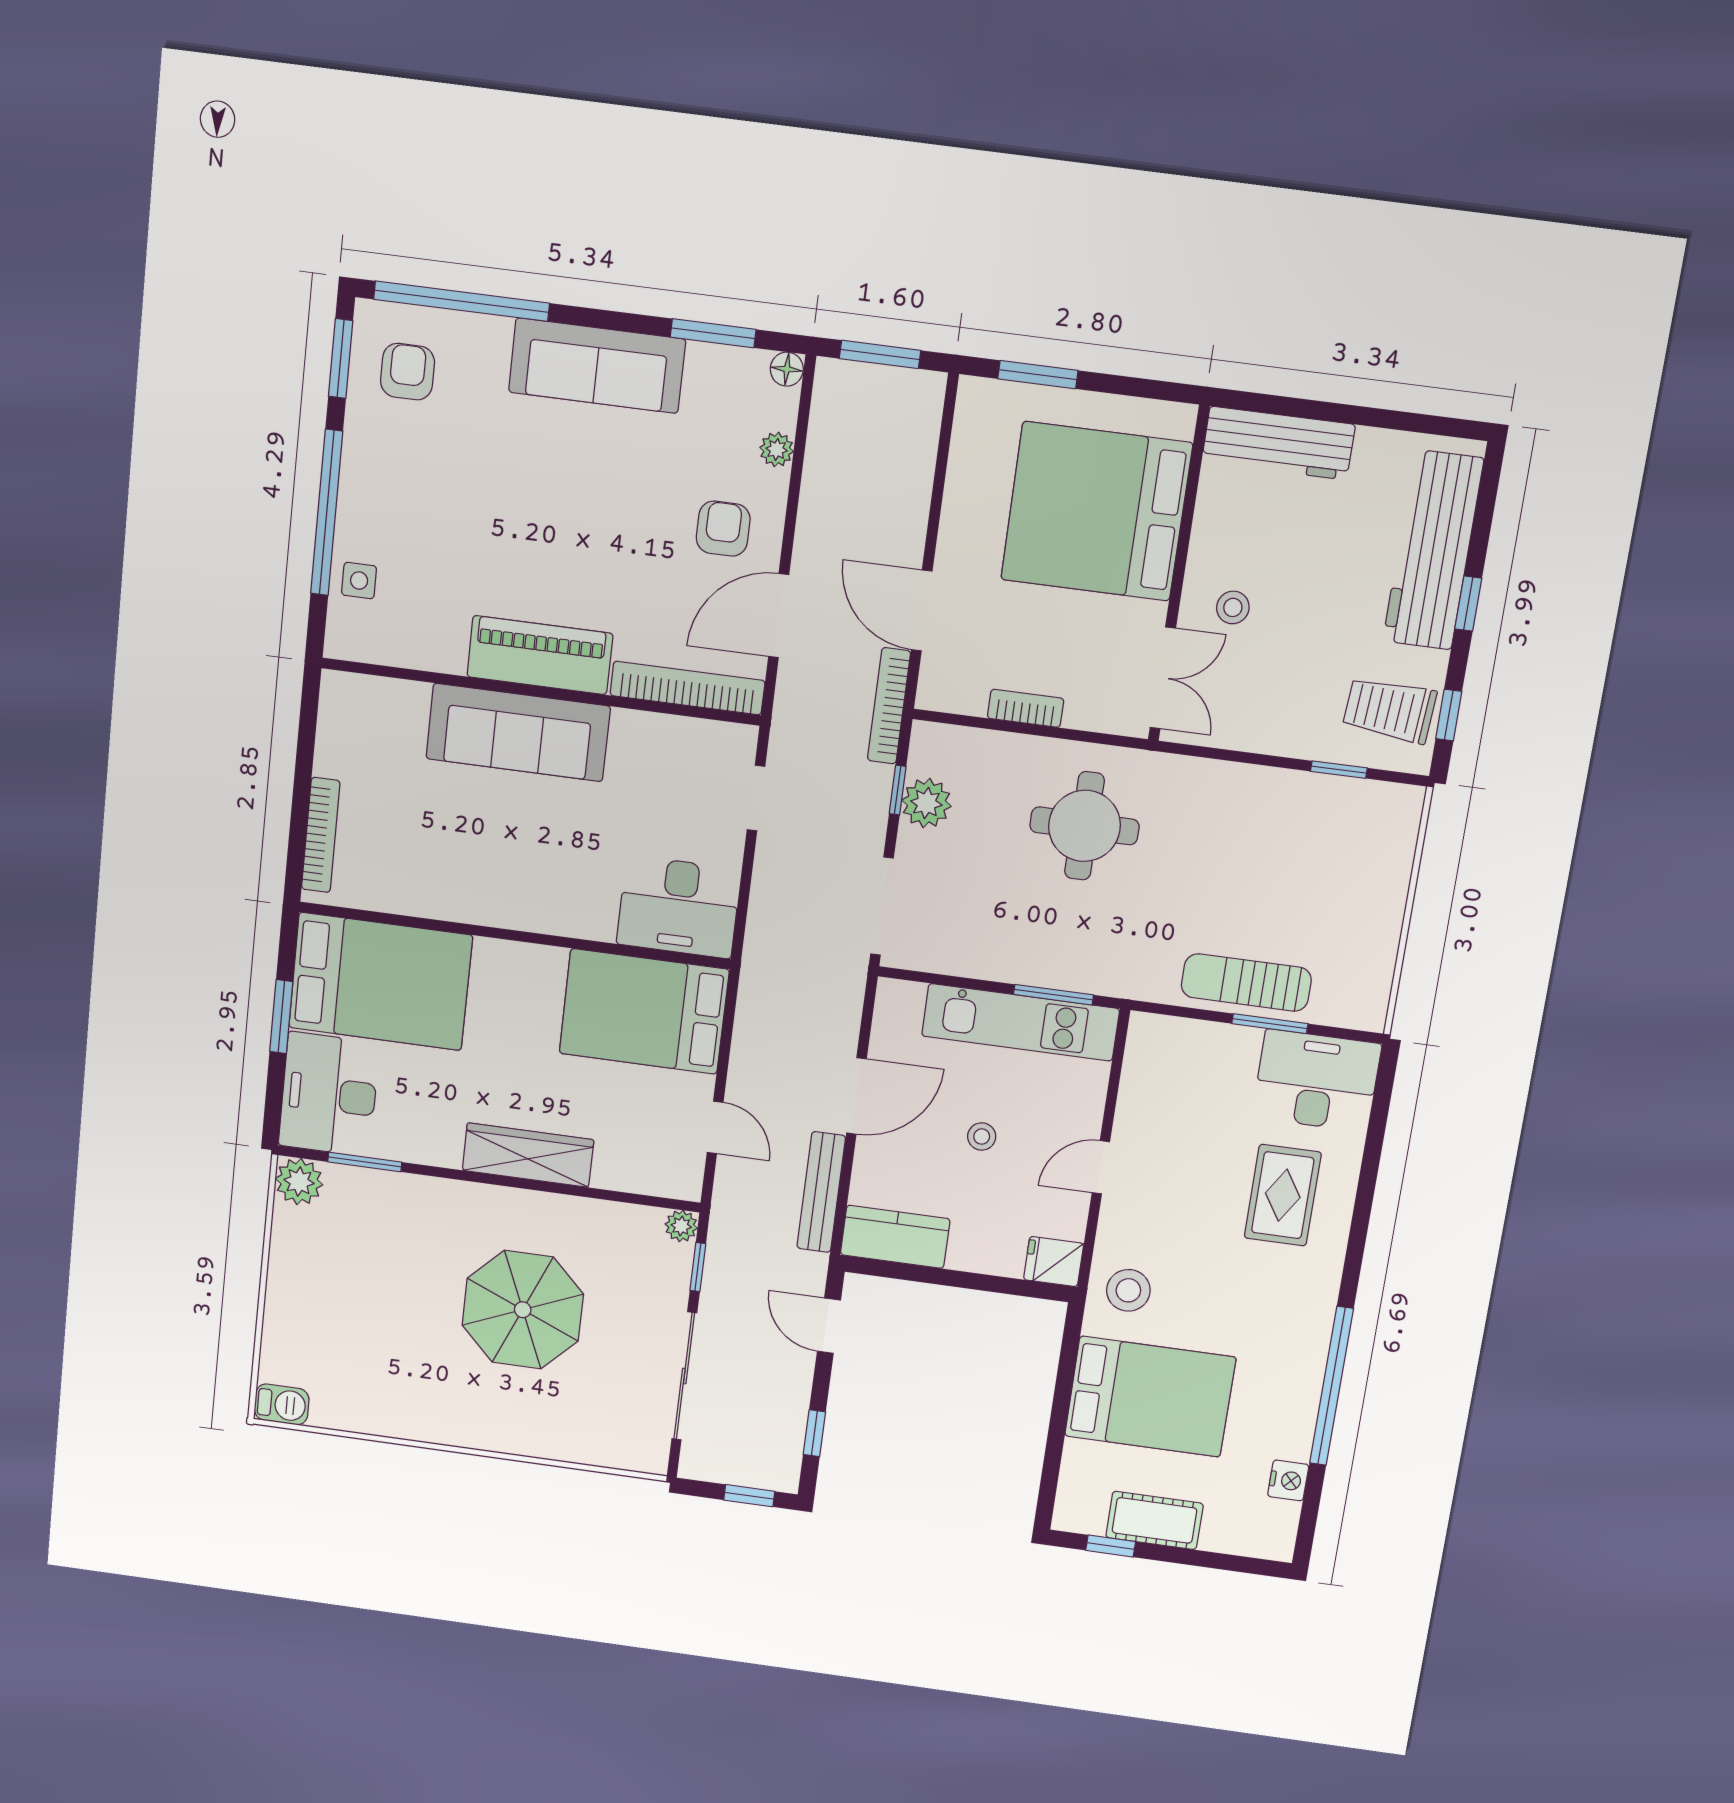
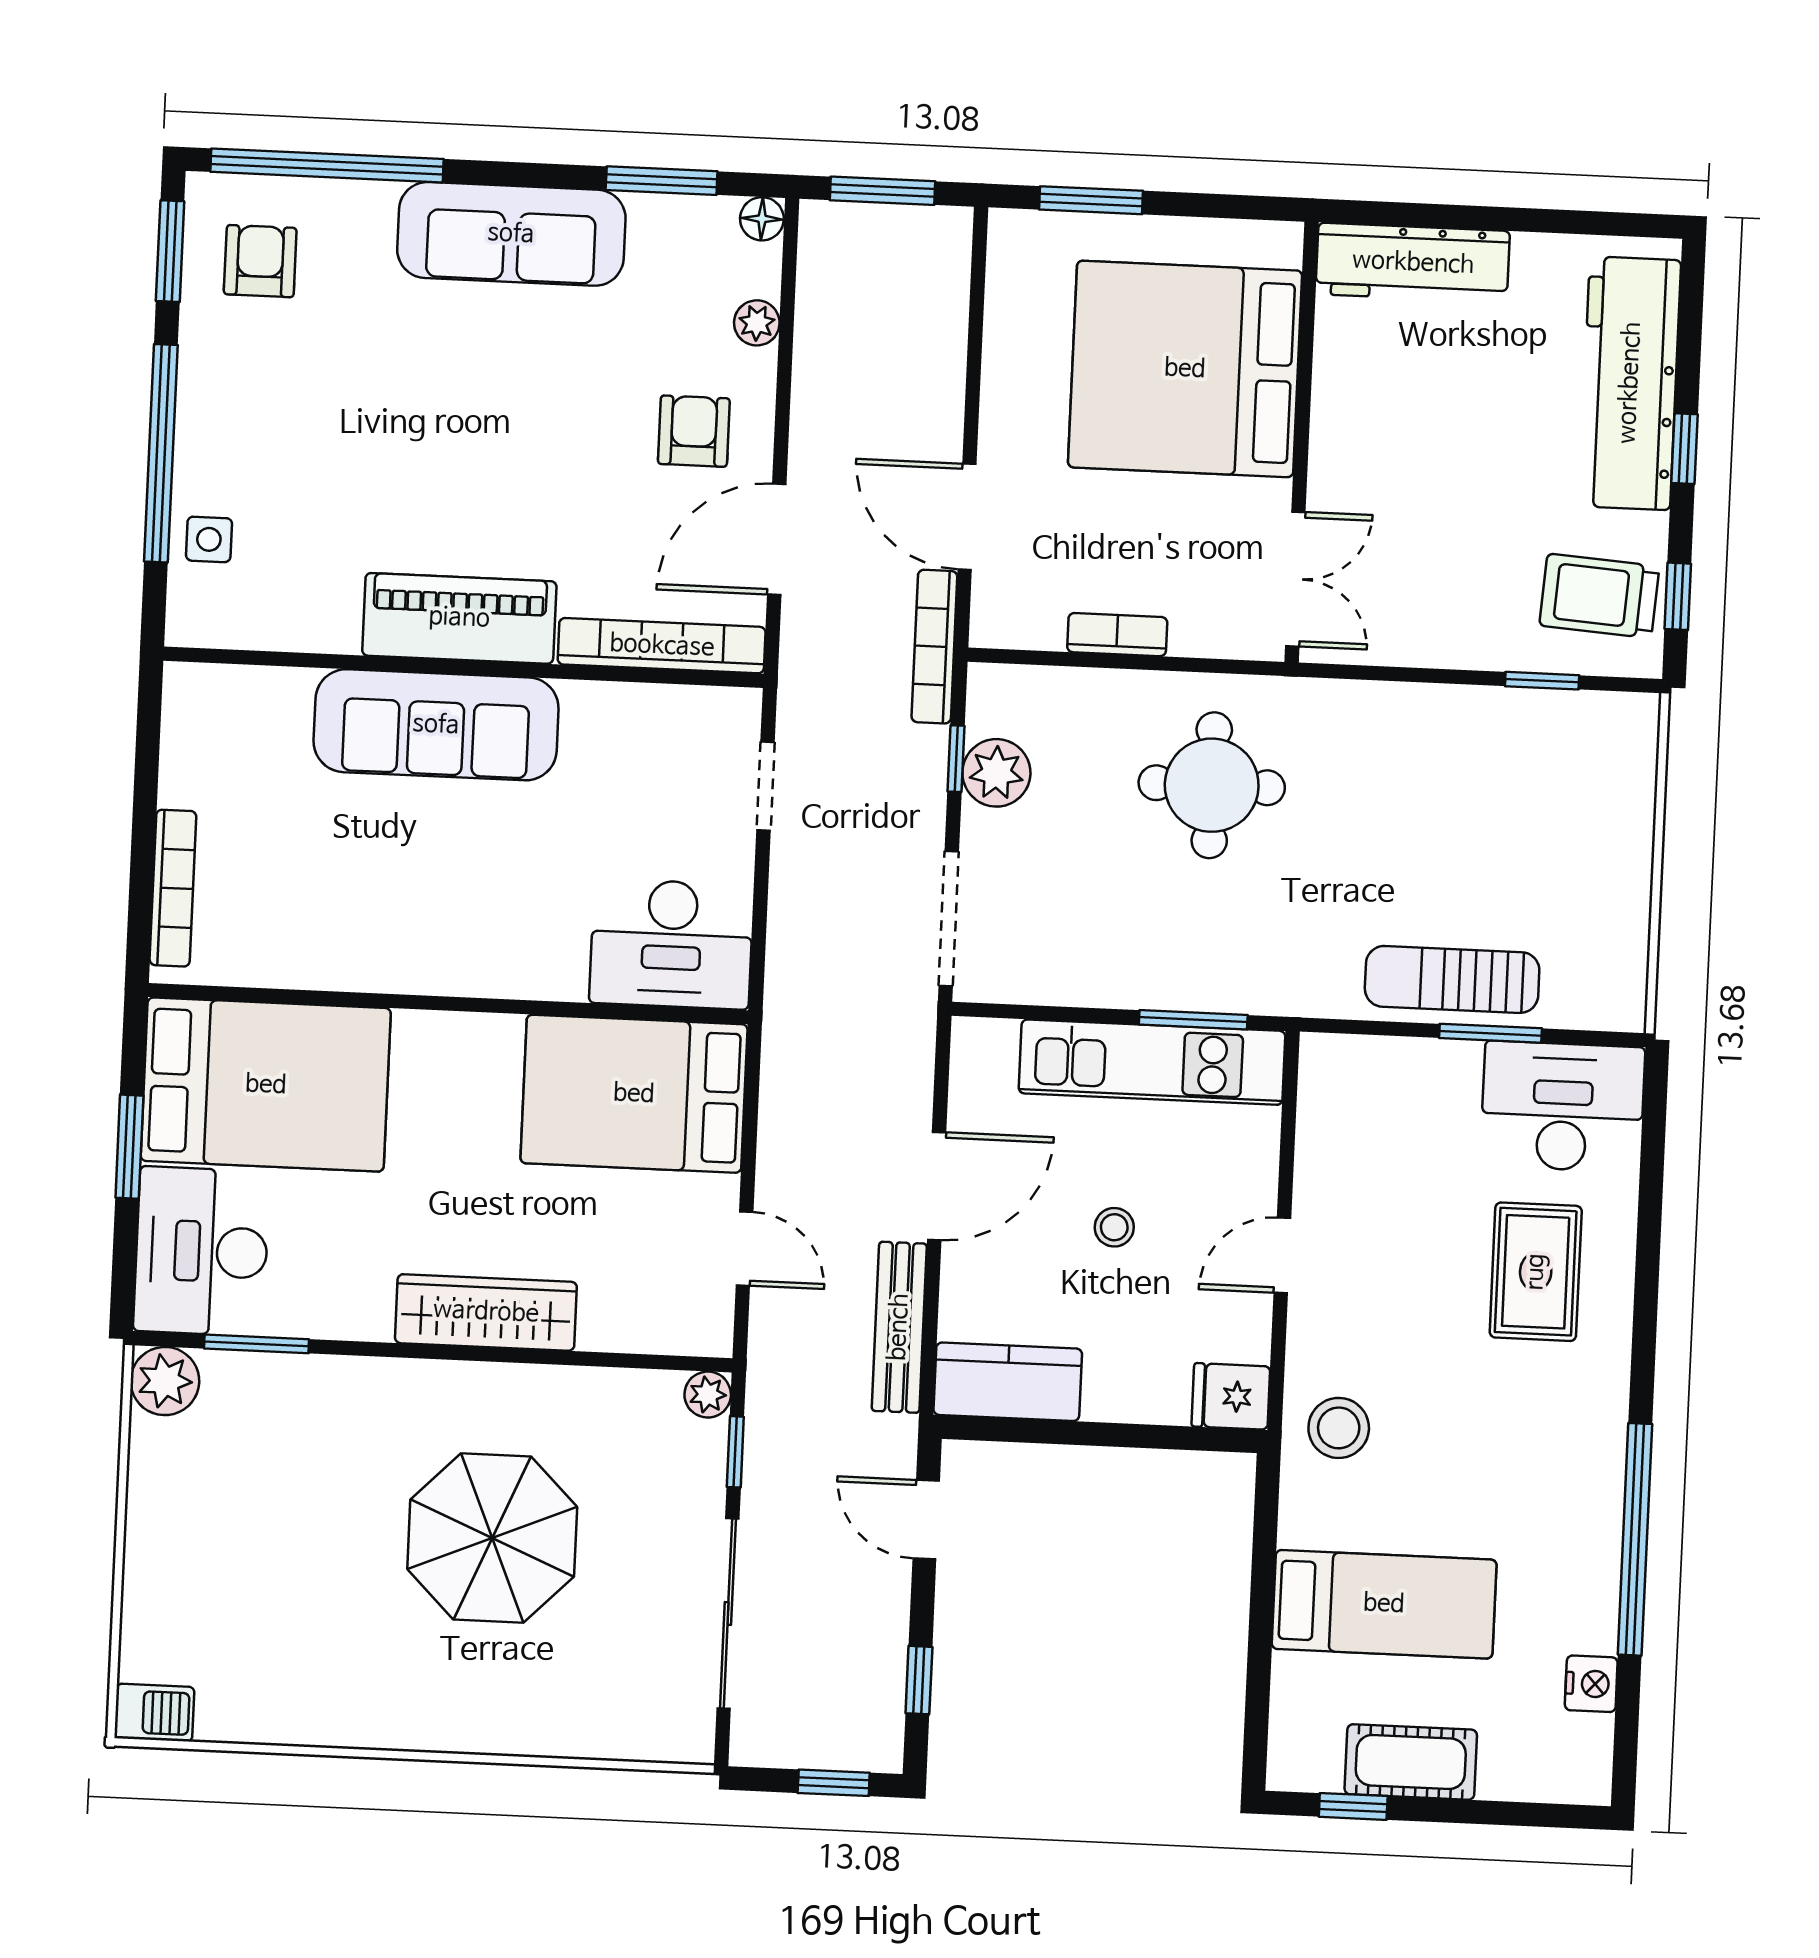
stool: (1233, 607) -> (1377, 479), removed
bed: (1150, 1397) -> (1384, 1604), width x0.67

